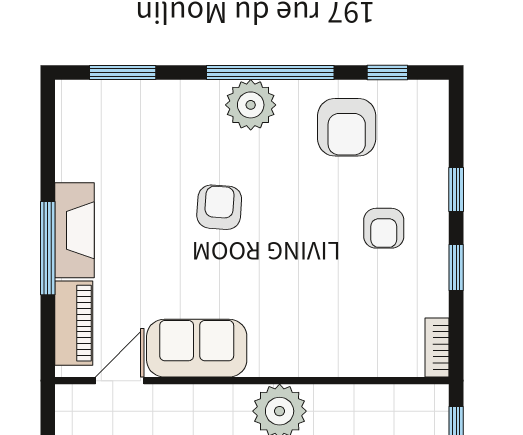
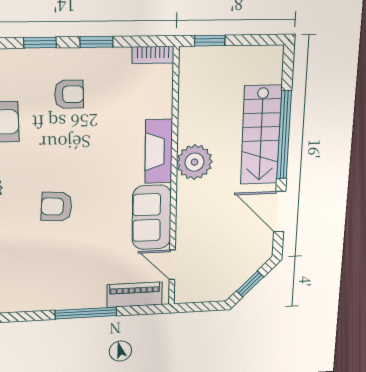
fireplace: (74, 230) -> (159, 151), moved, turned -90

